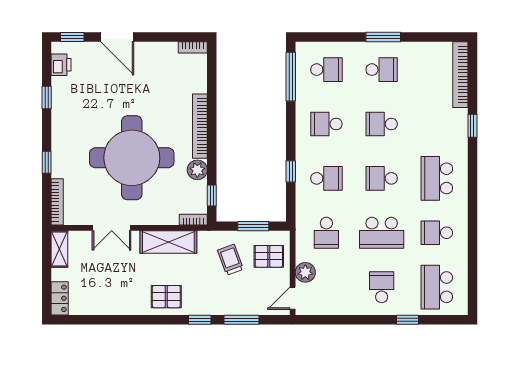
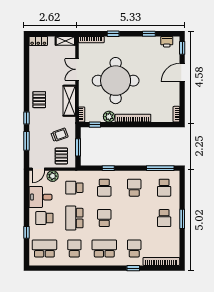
school desk: (382, 124) -> (134, 248), moved
school desk: (382, 287) -> (44, 218), turned 180
desk: (343, 294) -> (40, 197), added
door: (293, 298) -> (38, 169), swing flipped

